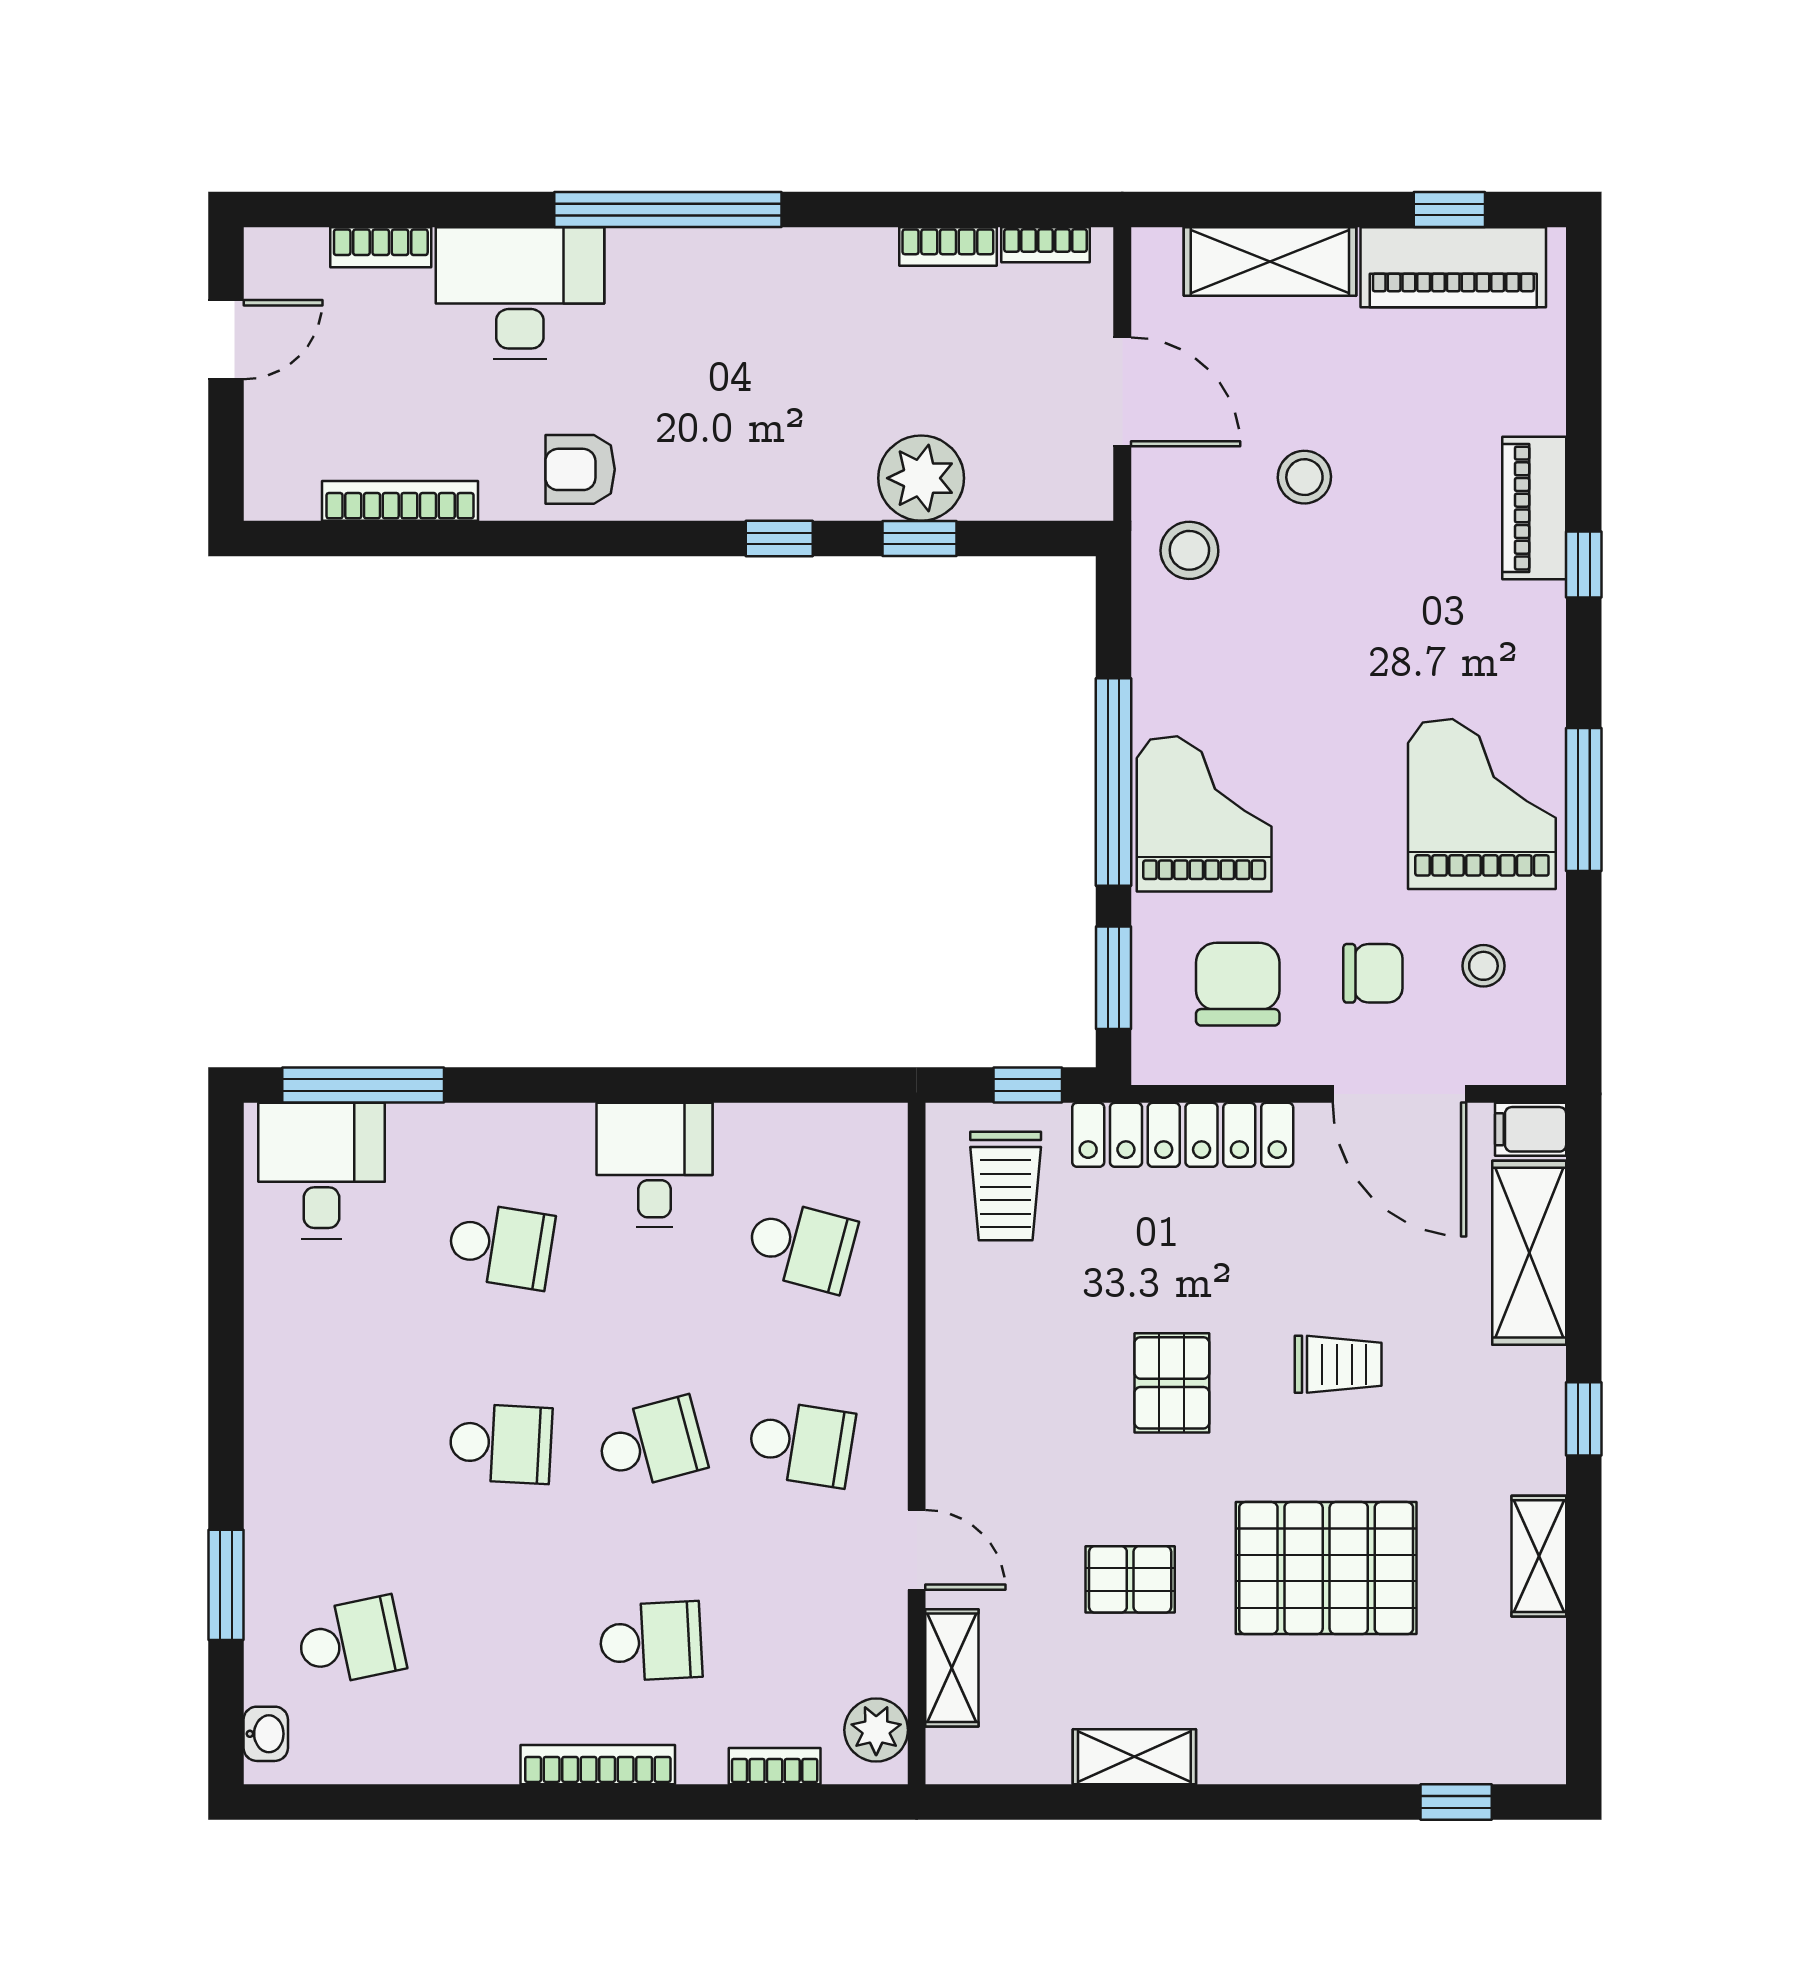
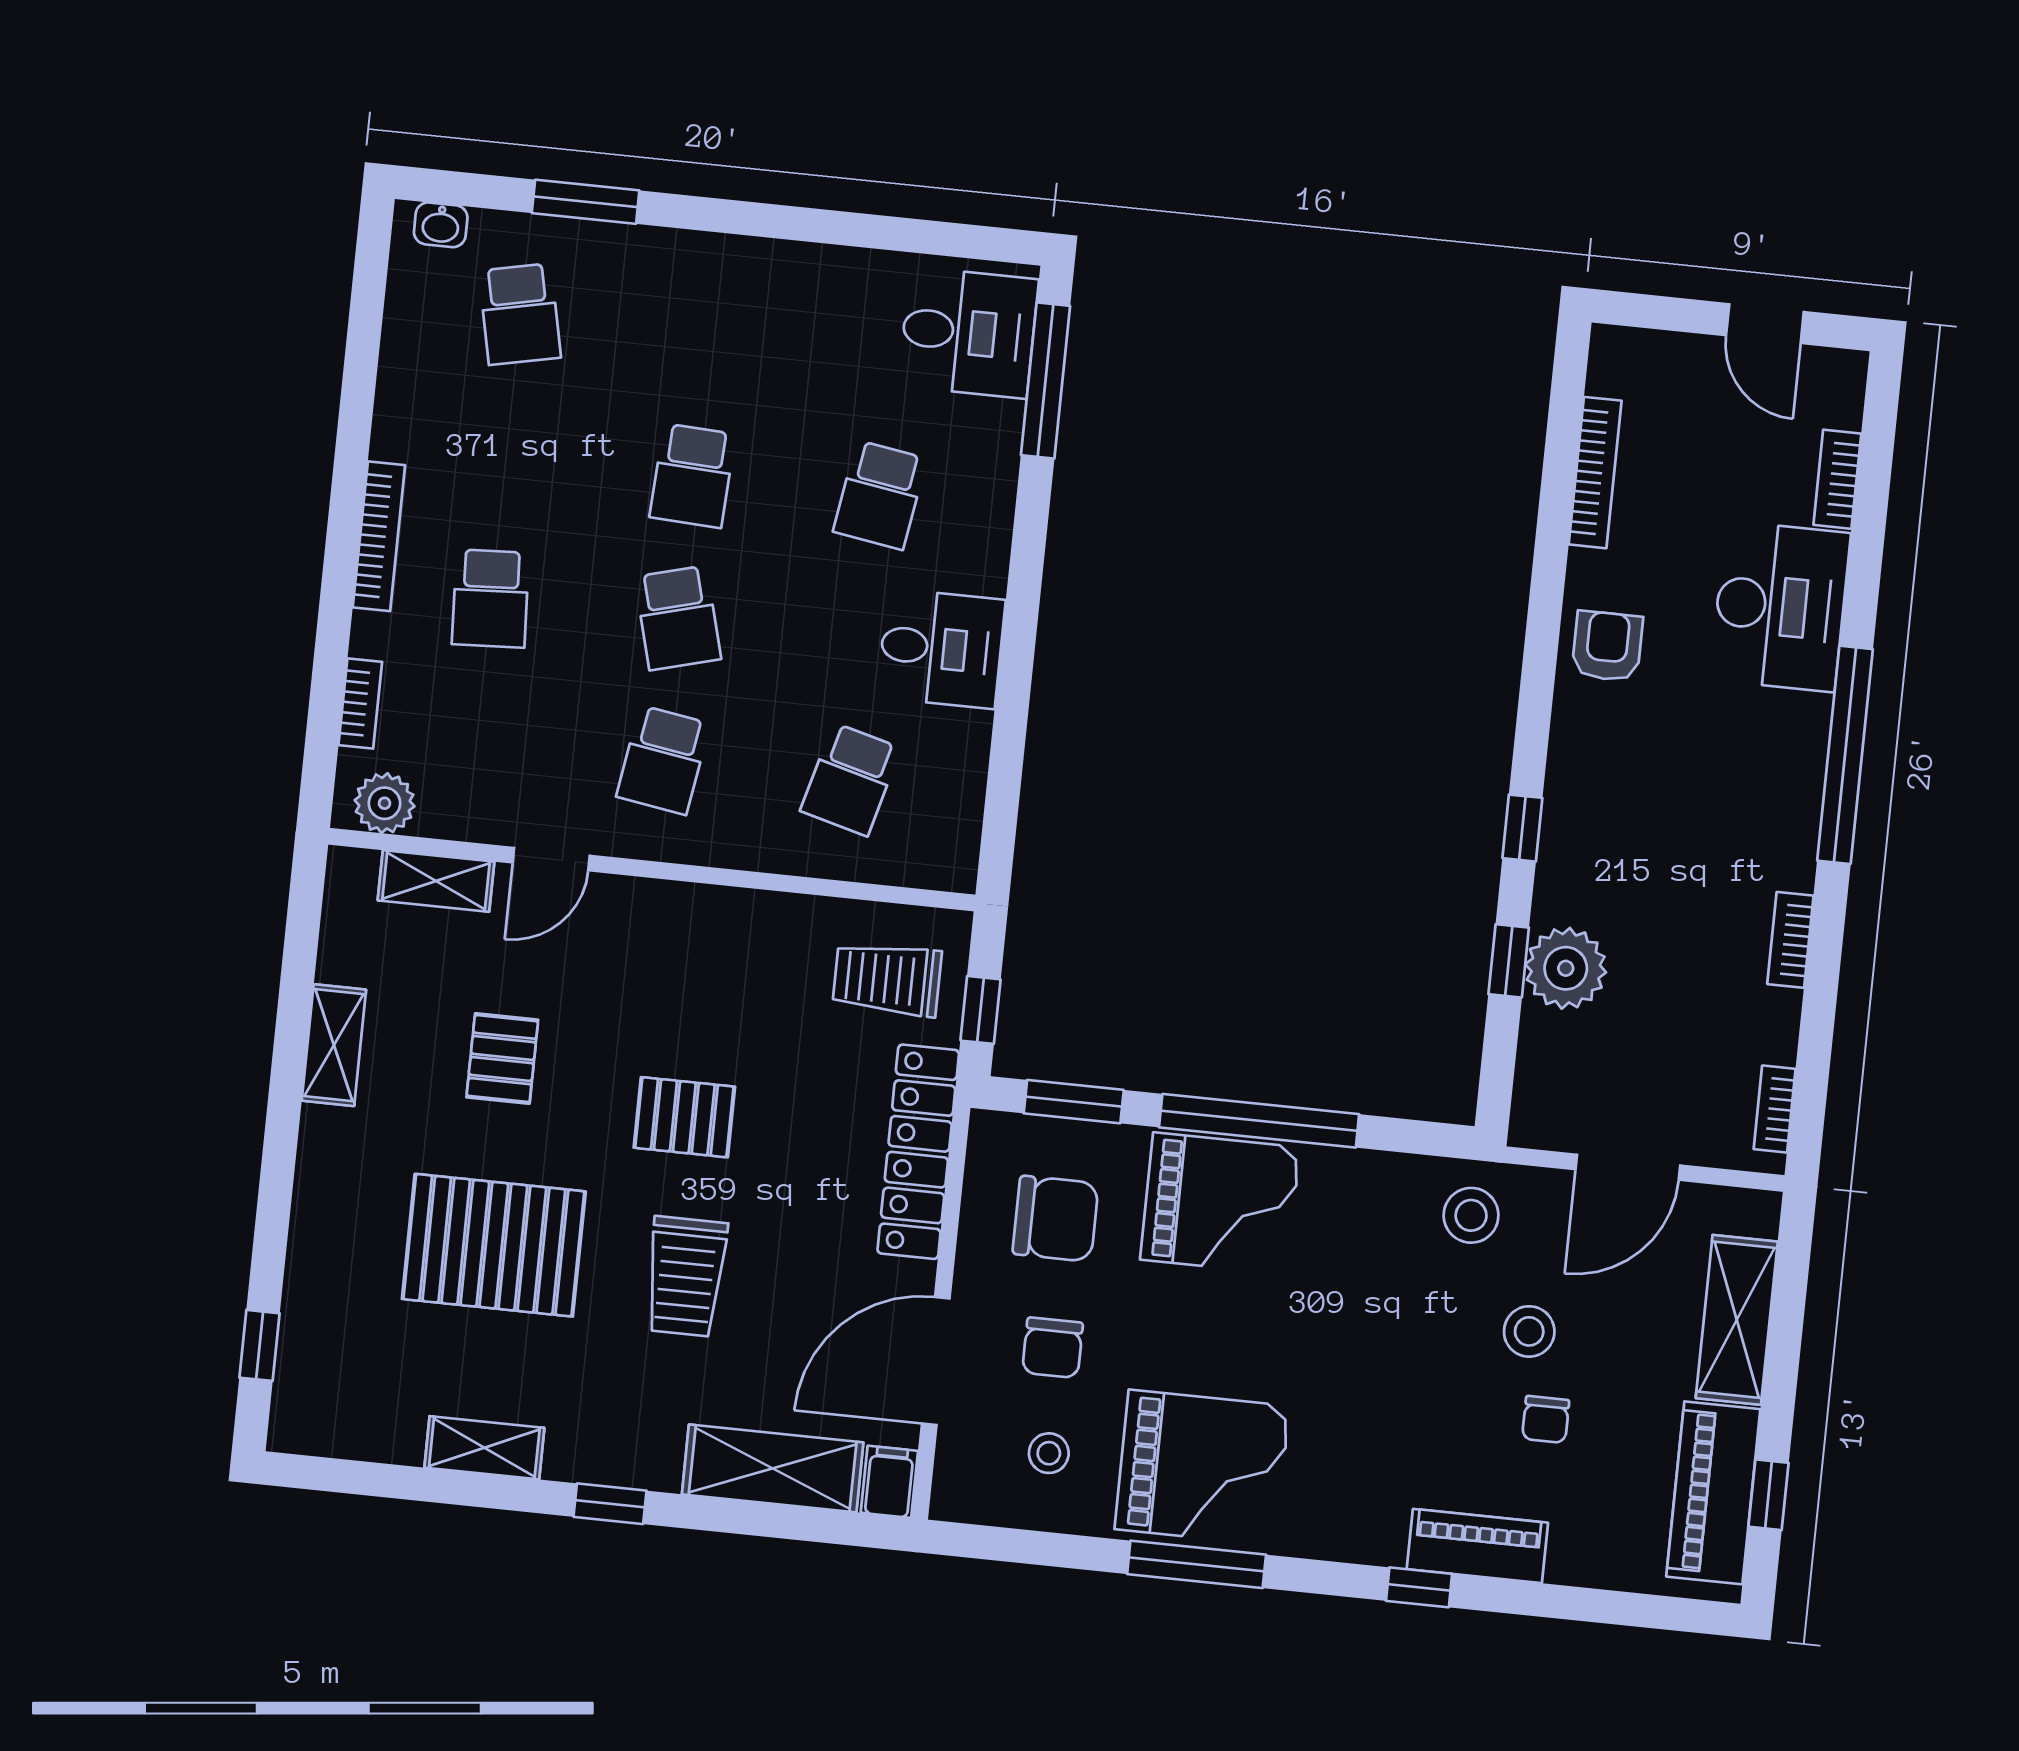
bookcase: (948, 246) -> (1790, 940), moved
chair: (1395, 450) -> (1546, 1419), added
trolley: (1338, 1364) -> (686, 1277), width x1.36, depth x1.39
pallet: (1326, 1568) -> (494, 1245), turned 90

